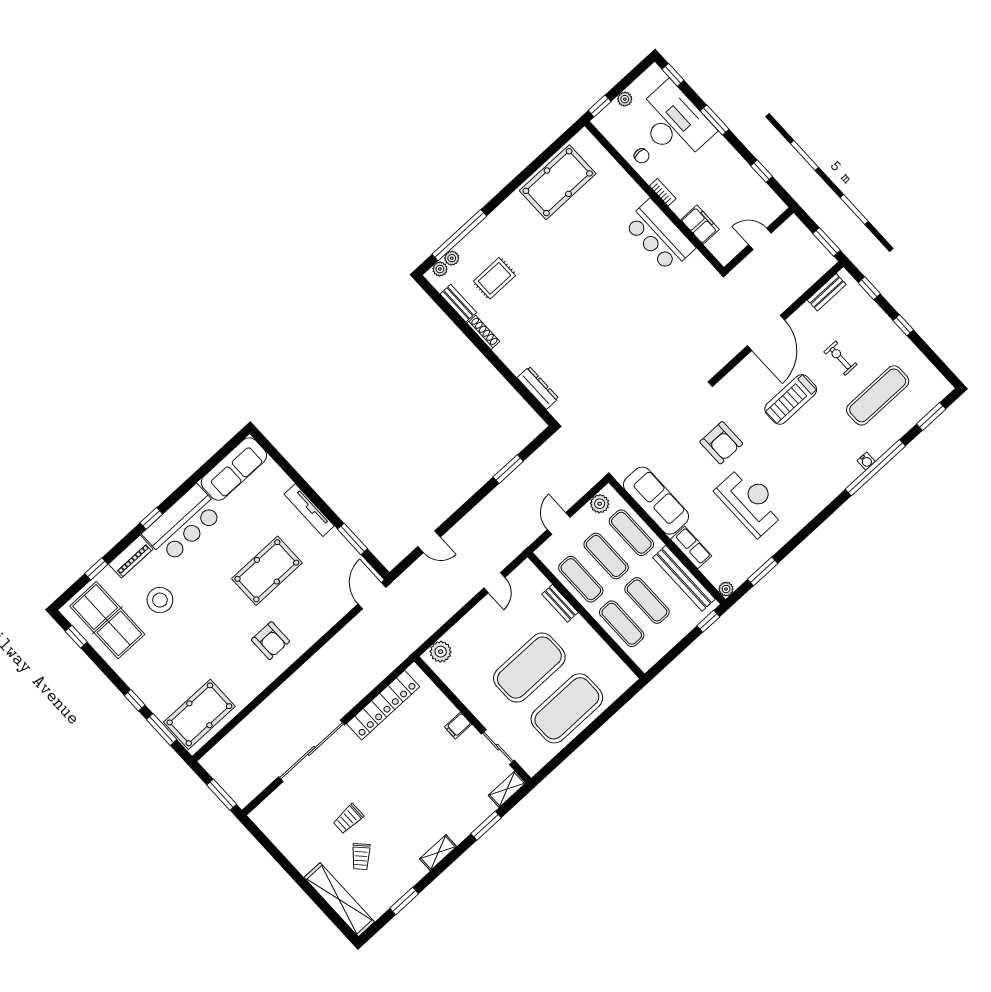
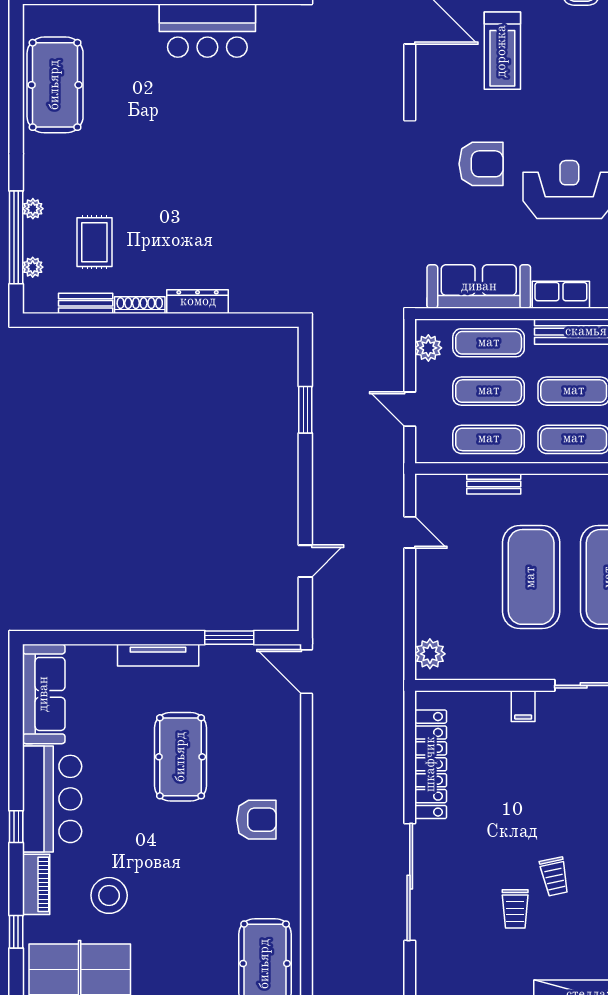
plant: (440, 269) -> (33, 209), moved
dresser: (538, 388) -> (198, 302), moved
trolley: (361, 856) -> (554, 877), moved, turned 32

